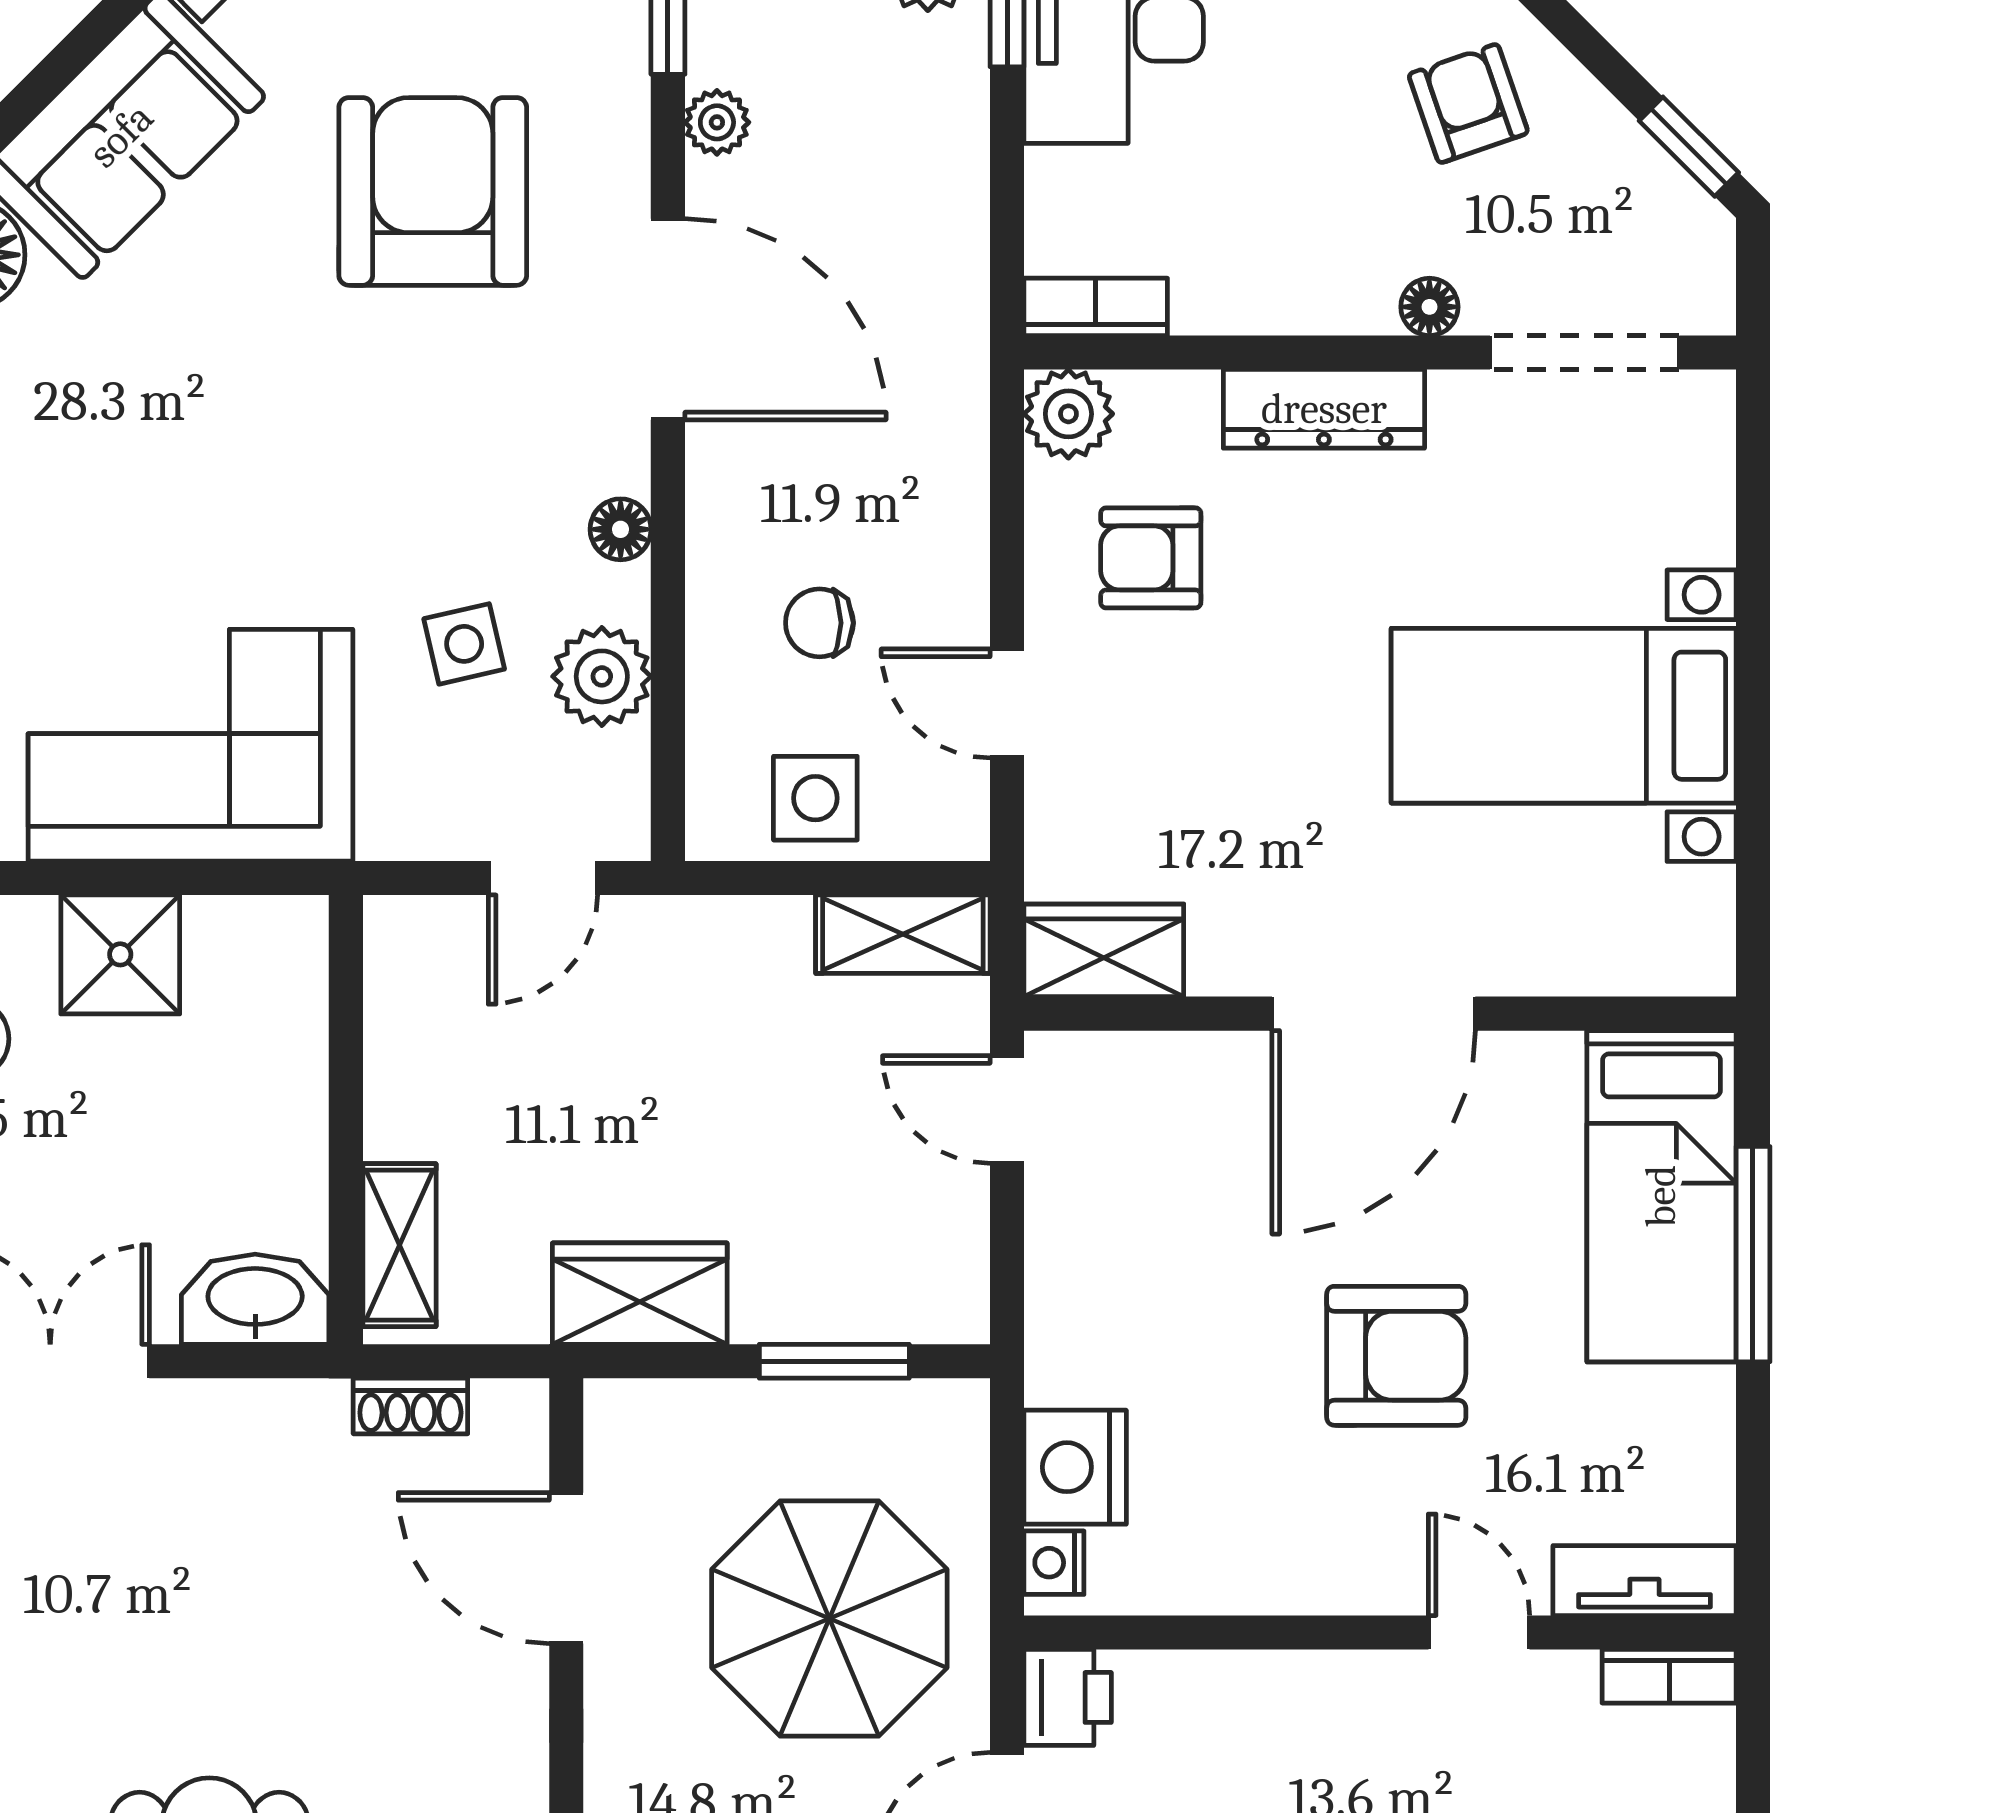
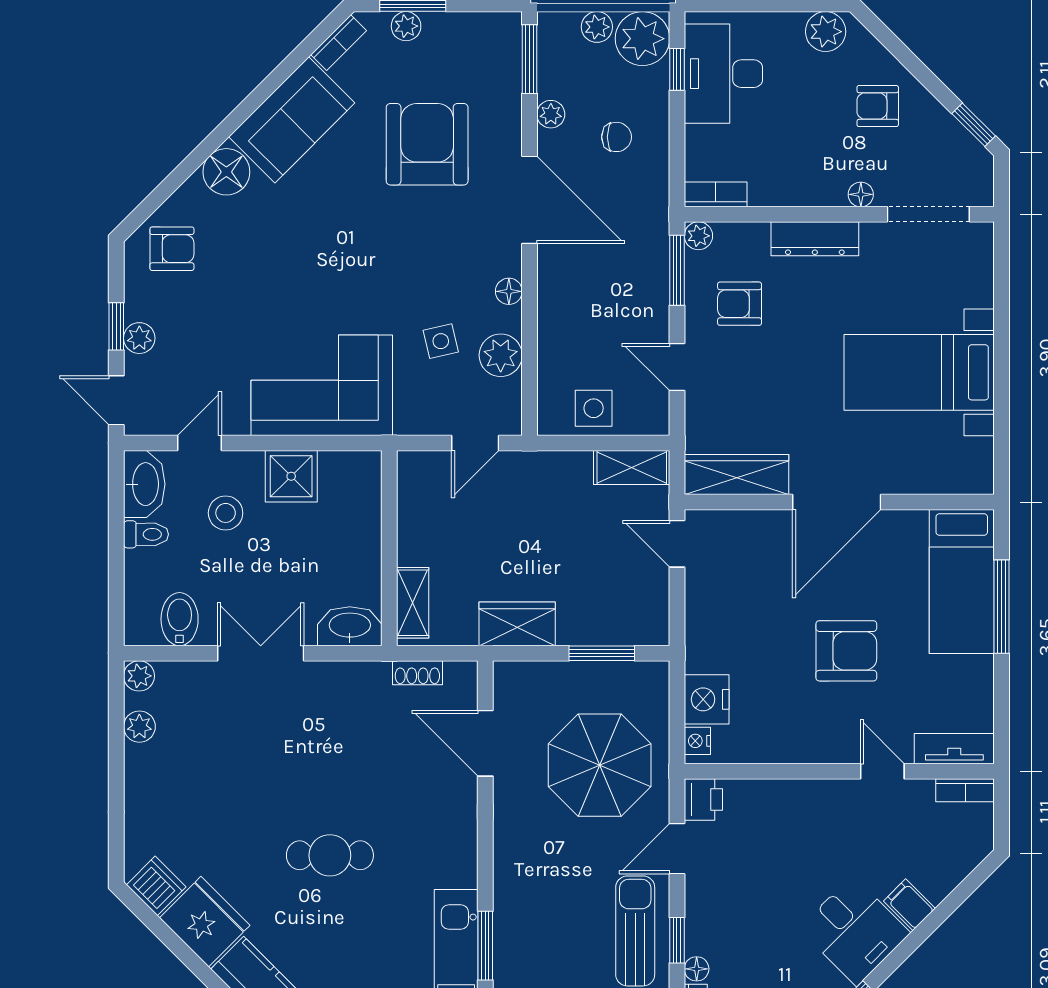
armchair: (1468, 104) -> (878, 106), turned -71
plant: (1068, 414) -> (698, 236), width x0.73, depth x0.73
window: (1007, 481) -> (677, 270), added
chair: (819, 623) -> (617, 137), moved, turned 180
wardrobe: (1104, 950) -> (736, 474), width x1.50

